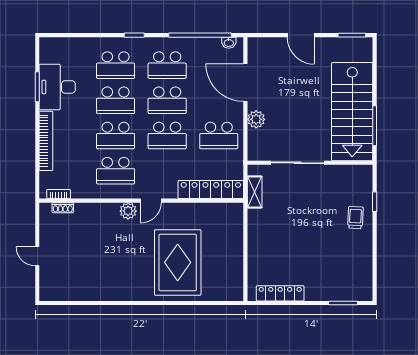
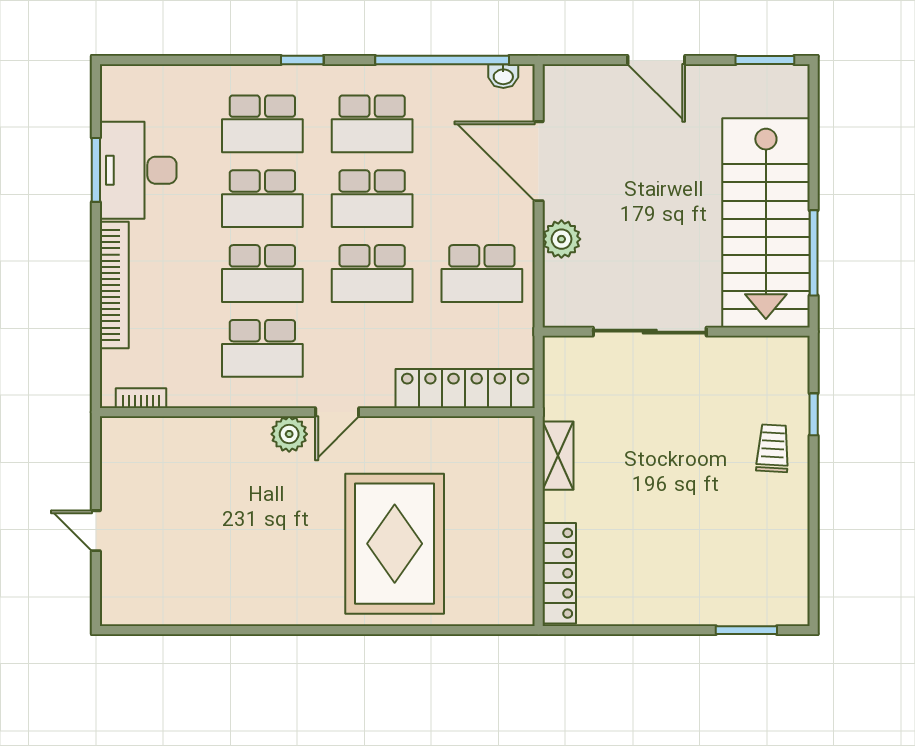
shelving: (255, 192) -> (558, 456), moved
shoe rack: (63, 208) -> (150, 427), removed
locker: (280, 293) -> (559, 573), moved, turned 90

